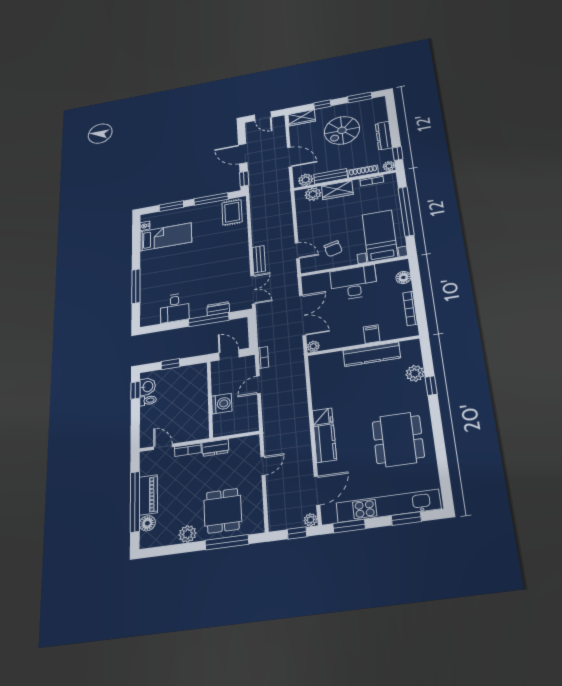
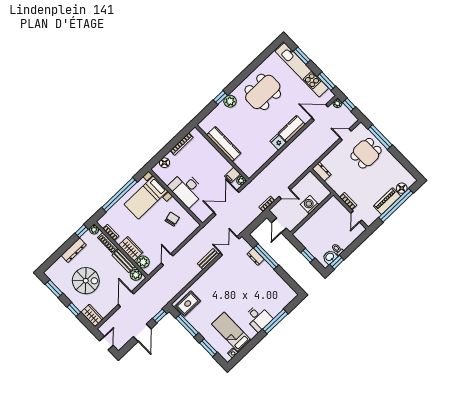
door: (297, 251) -> (167, 259), moved
desk: (175, 308) -> (258, 318), moved, turned 90
filing cabinet: (372, 334) -> (232, 175), moved
plant: (415, 373) -> (230, 101), moved
dresser: (215, 448) -> (322, 172), moved
door: (263, 466) -> (346, 134), moved
plant: (188, 534) -> (391, 161), removed

